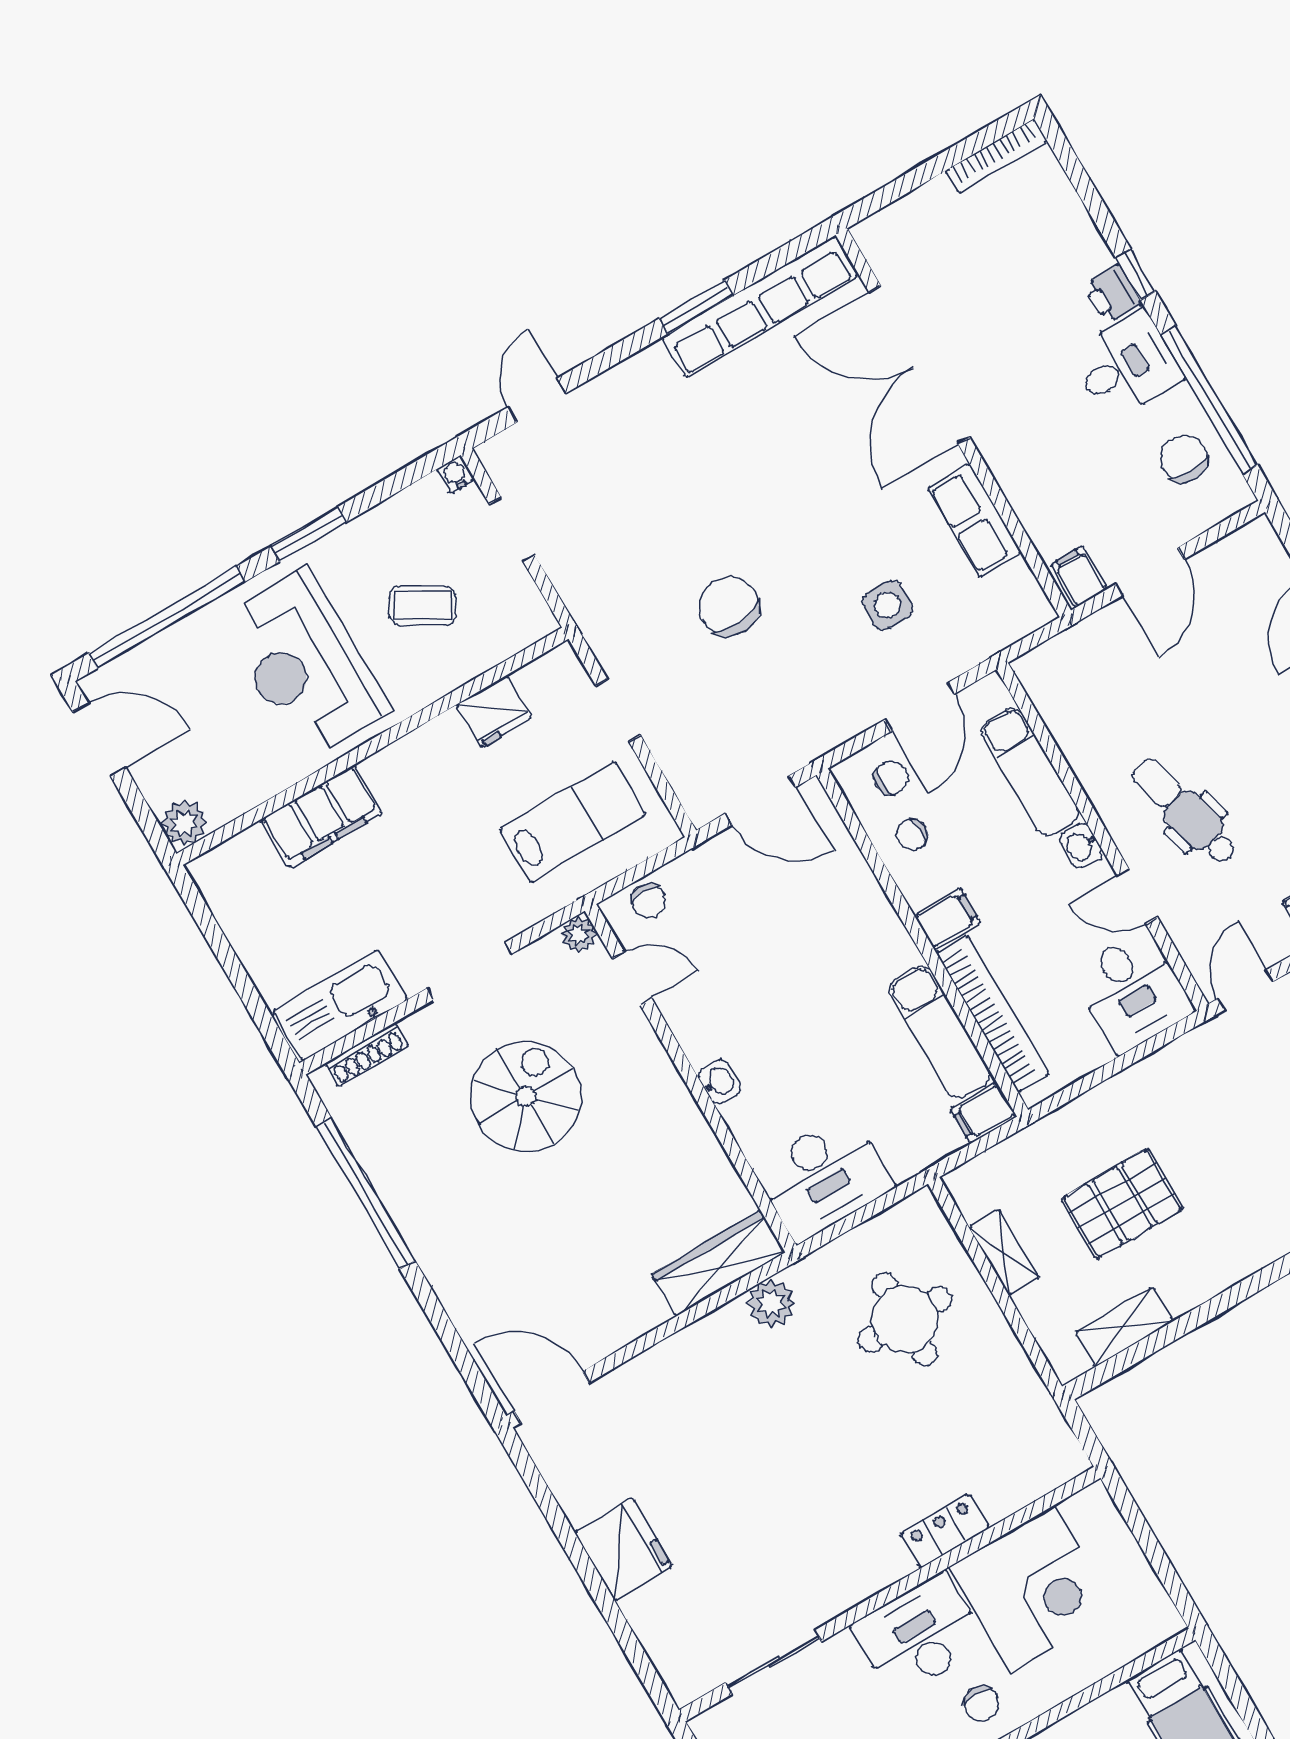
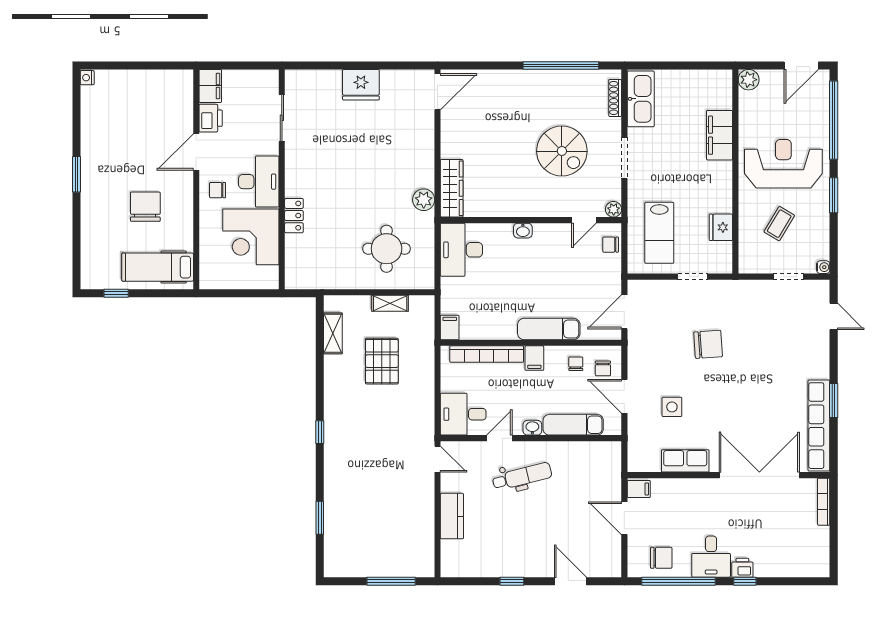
bookcase: (996, 156) -> (824, 502), moved
exam couch: (940, 1032) -> (549, 329), moved

